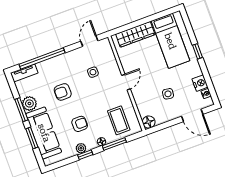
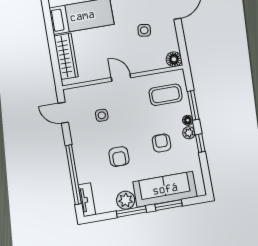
plant: (81, 148) -> (189, 133), moved

